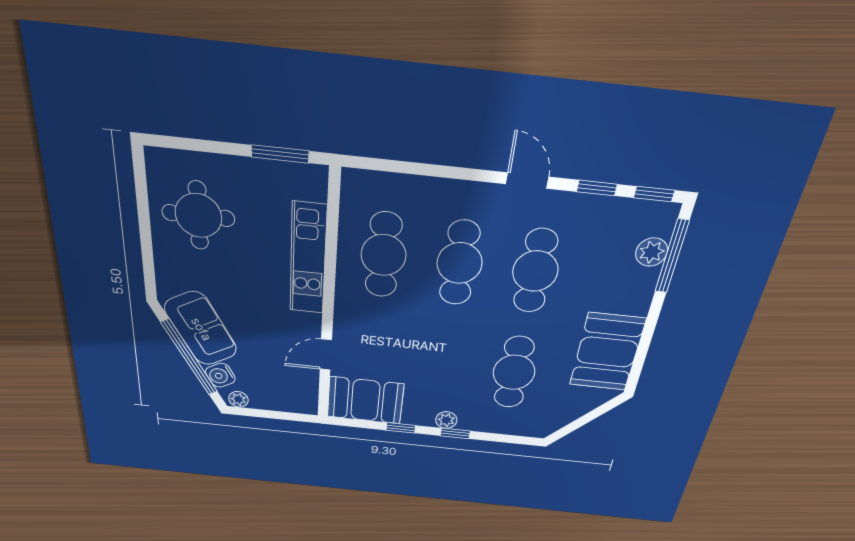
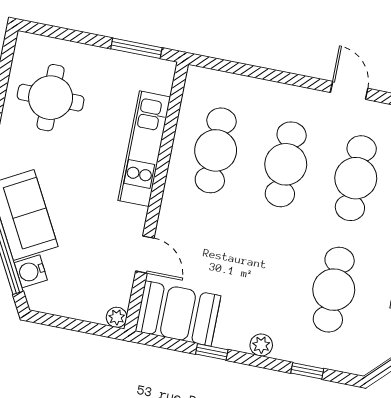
door: (326, 355) -> (145, 255), swing flipped
plant: (238, 399) -> (117, 317), moved
window: (455, 433) -> (307, 371), moved

